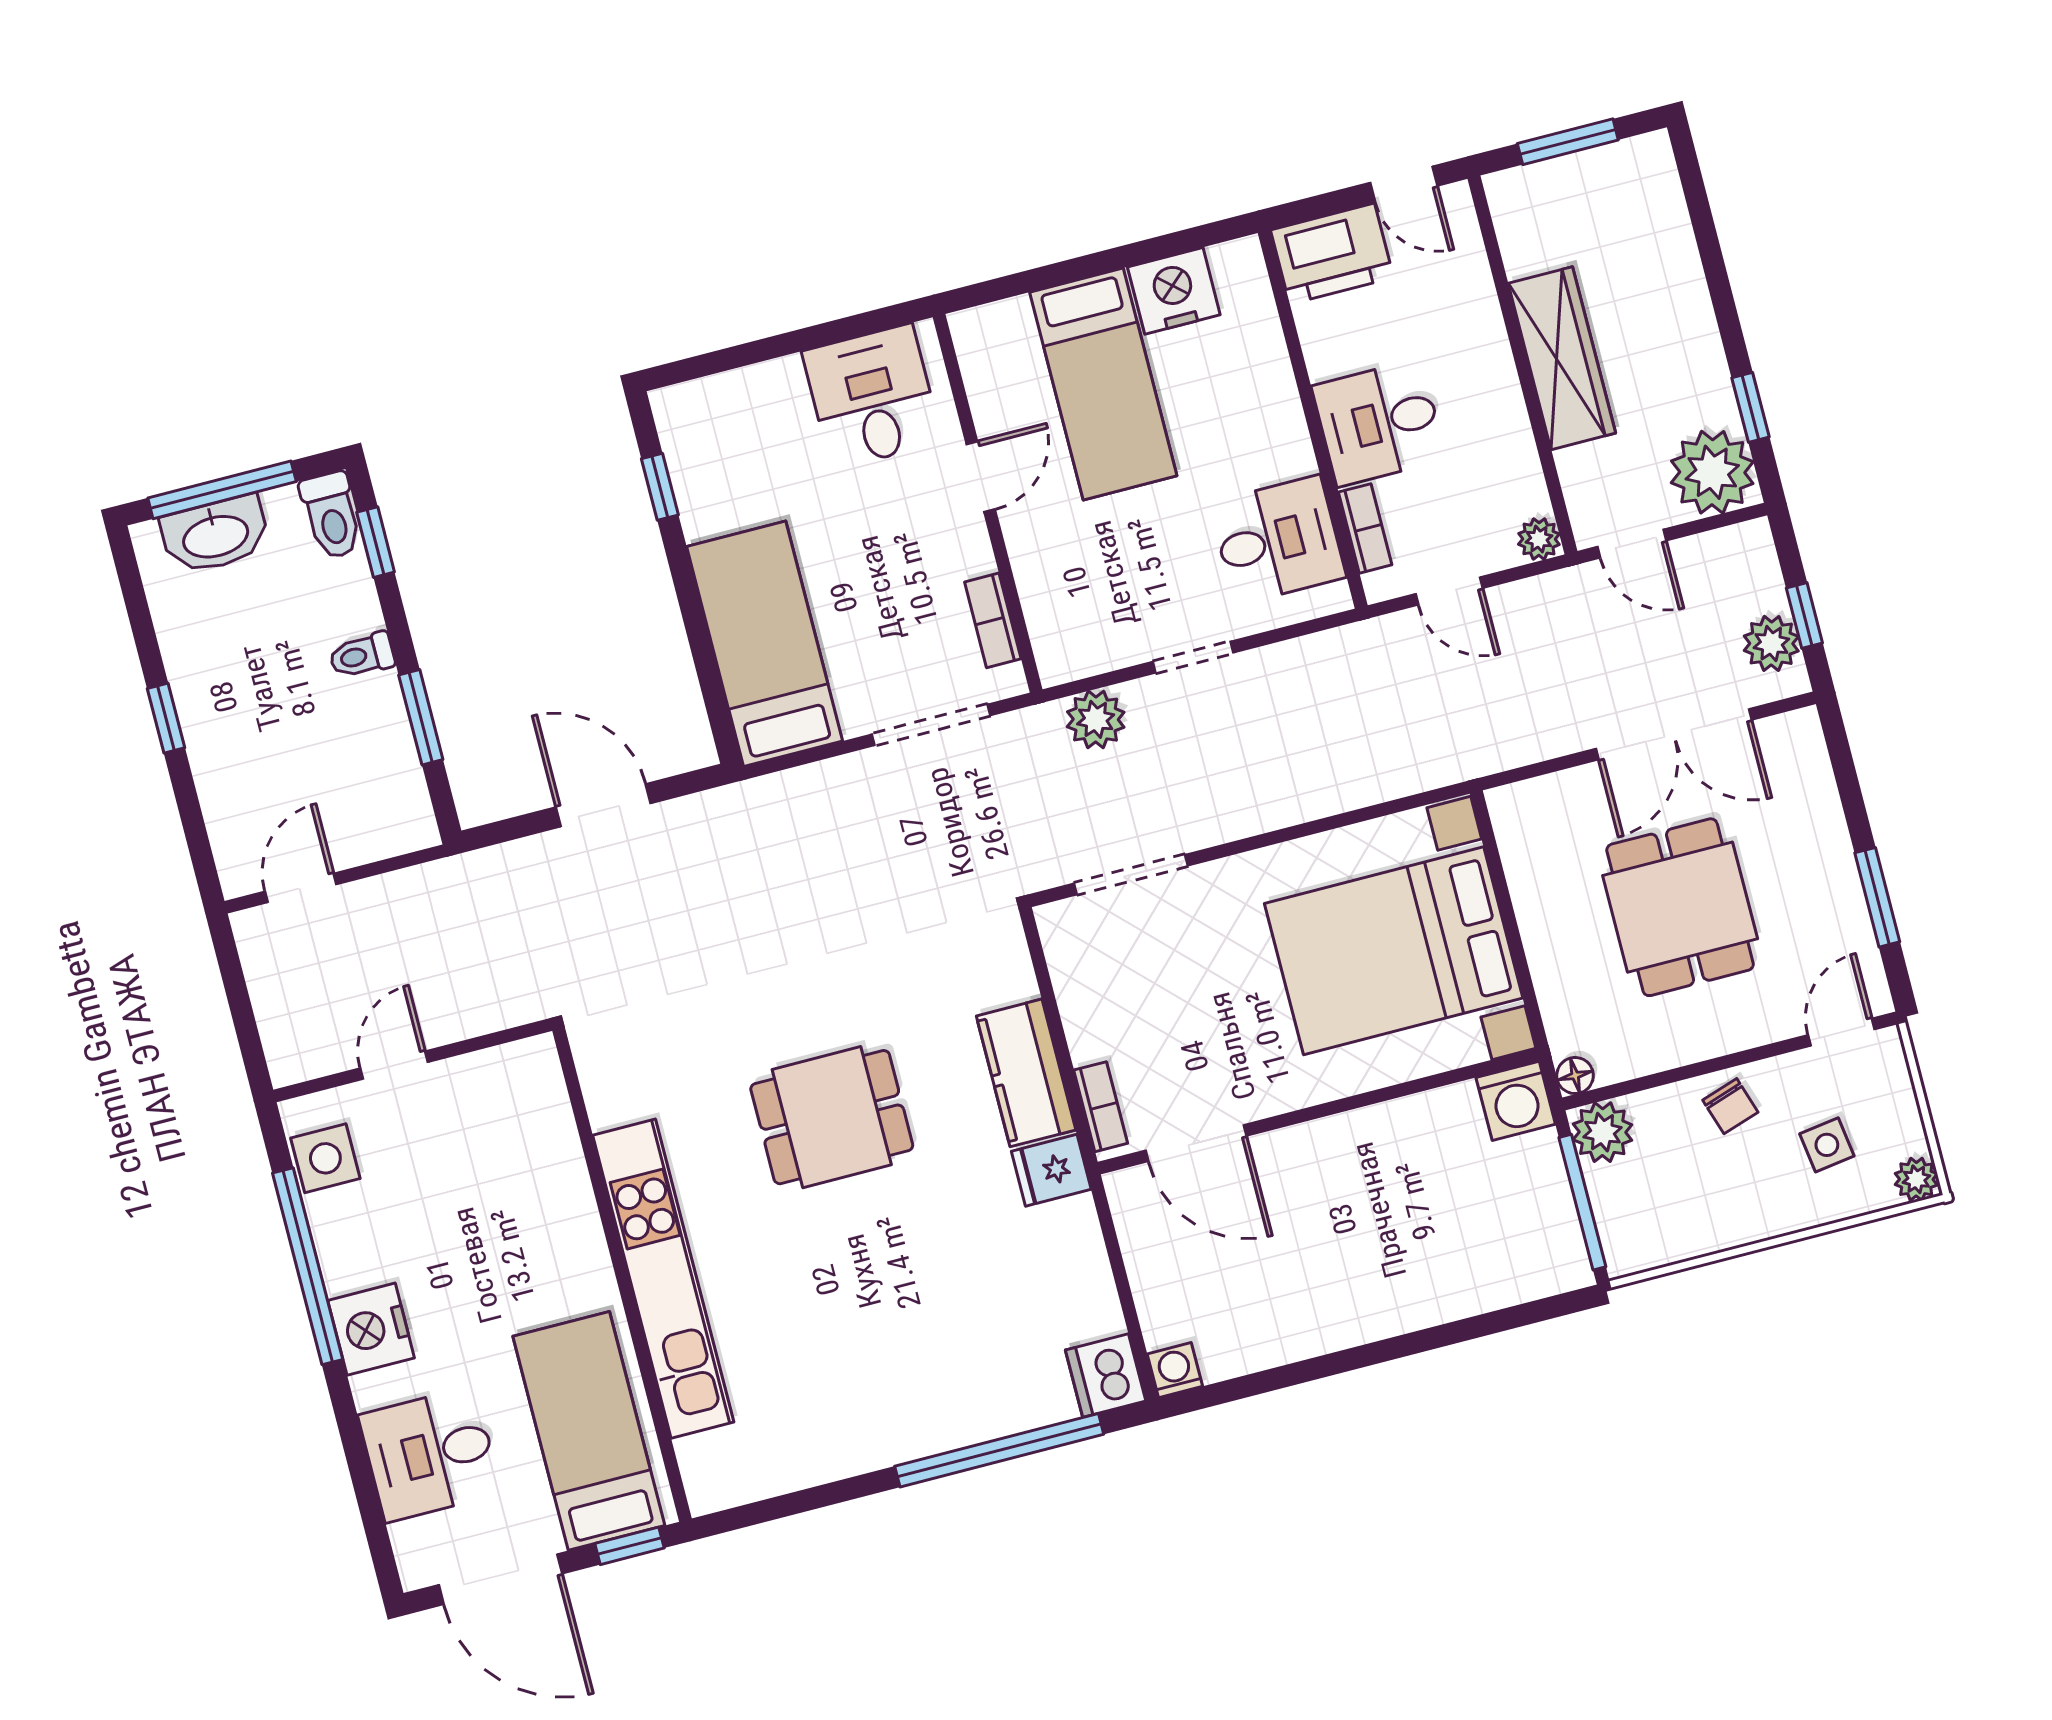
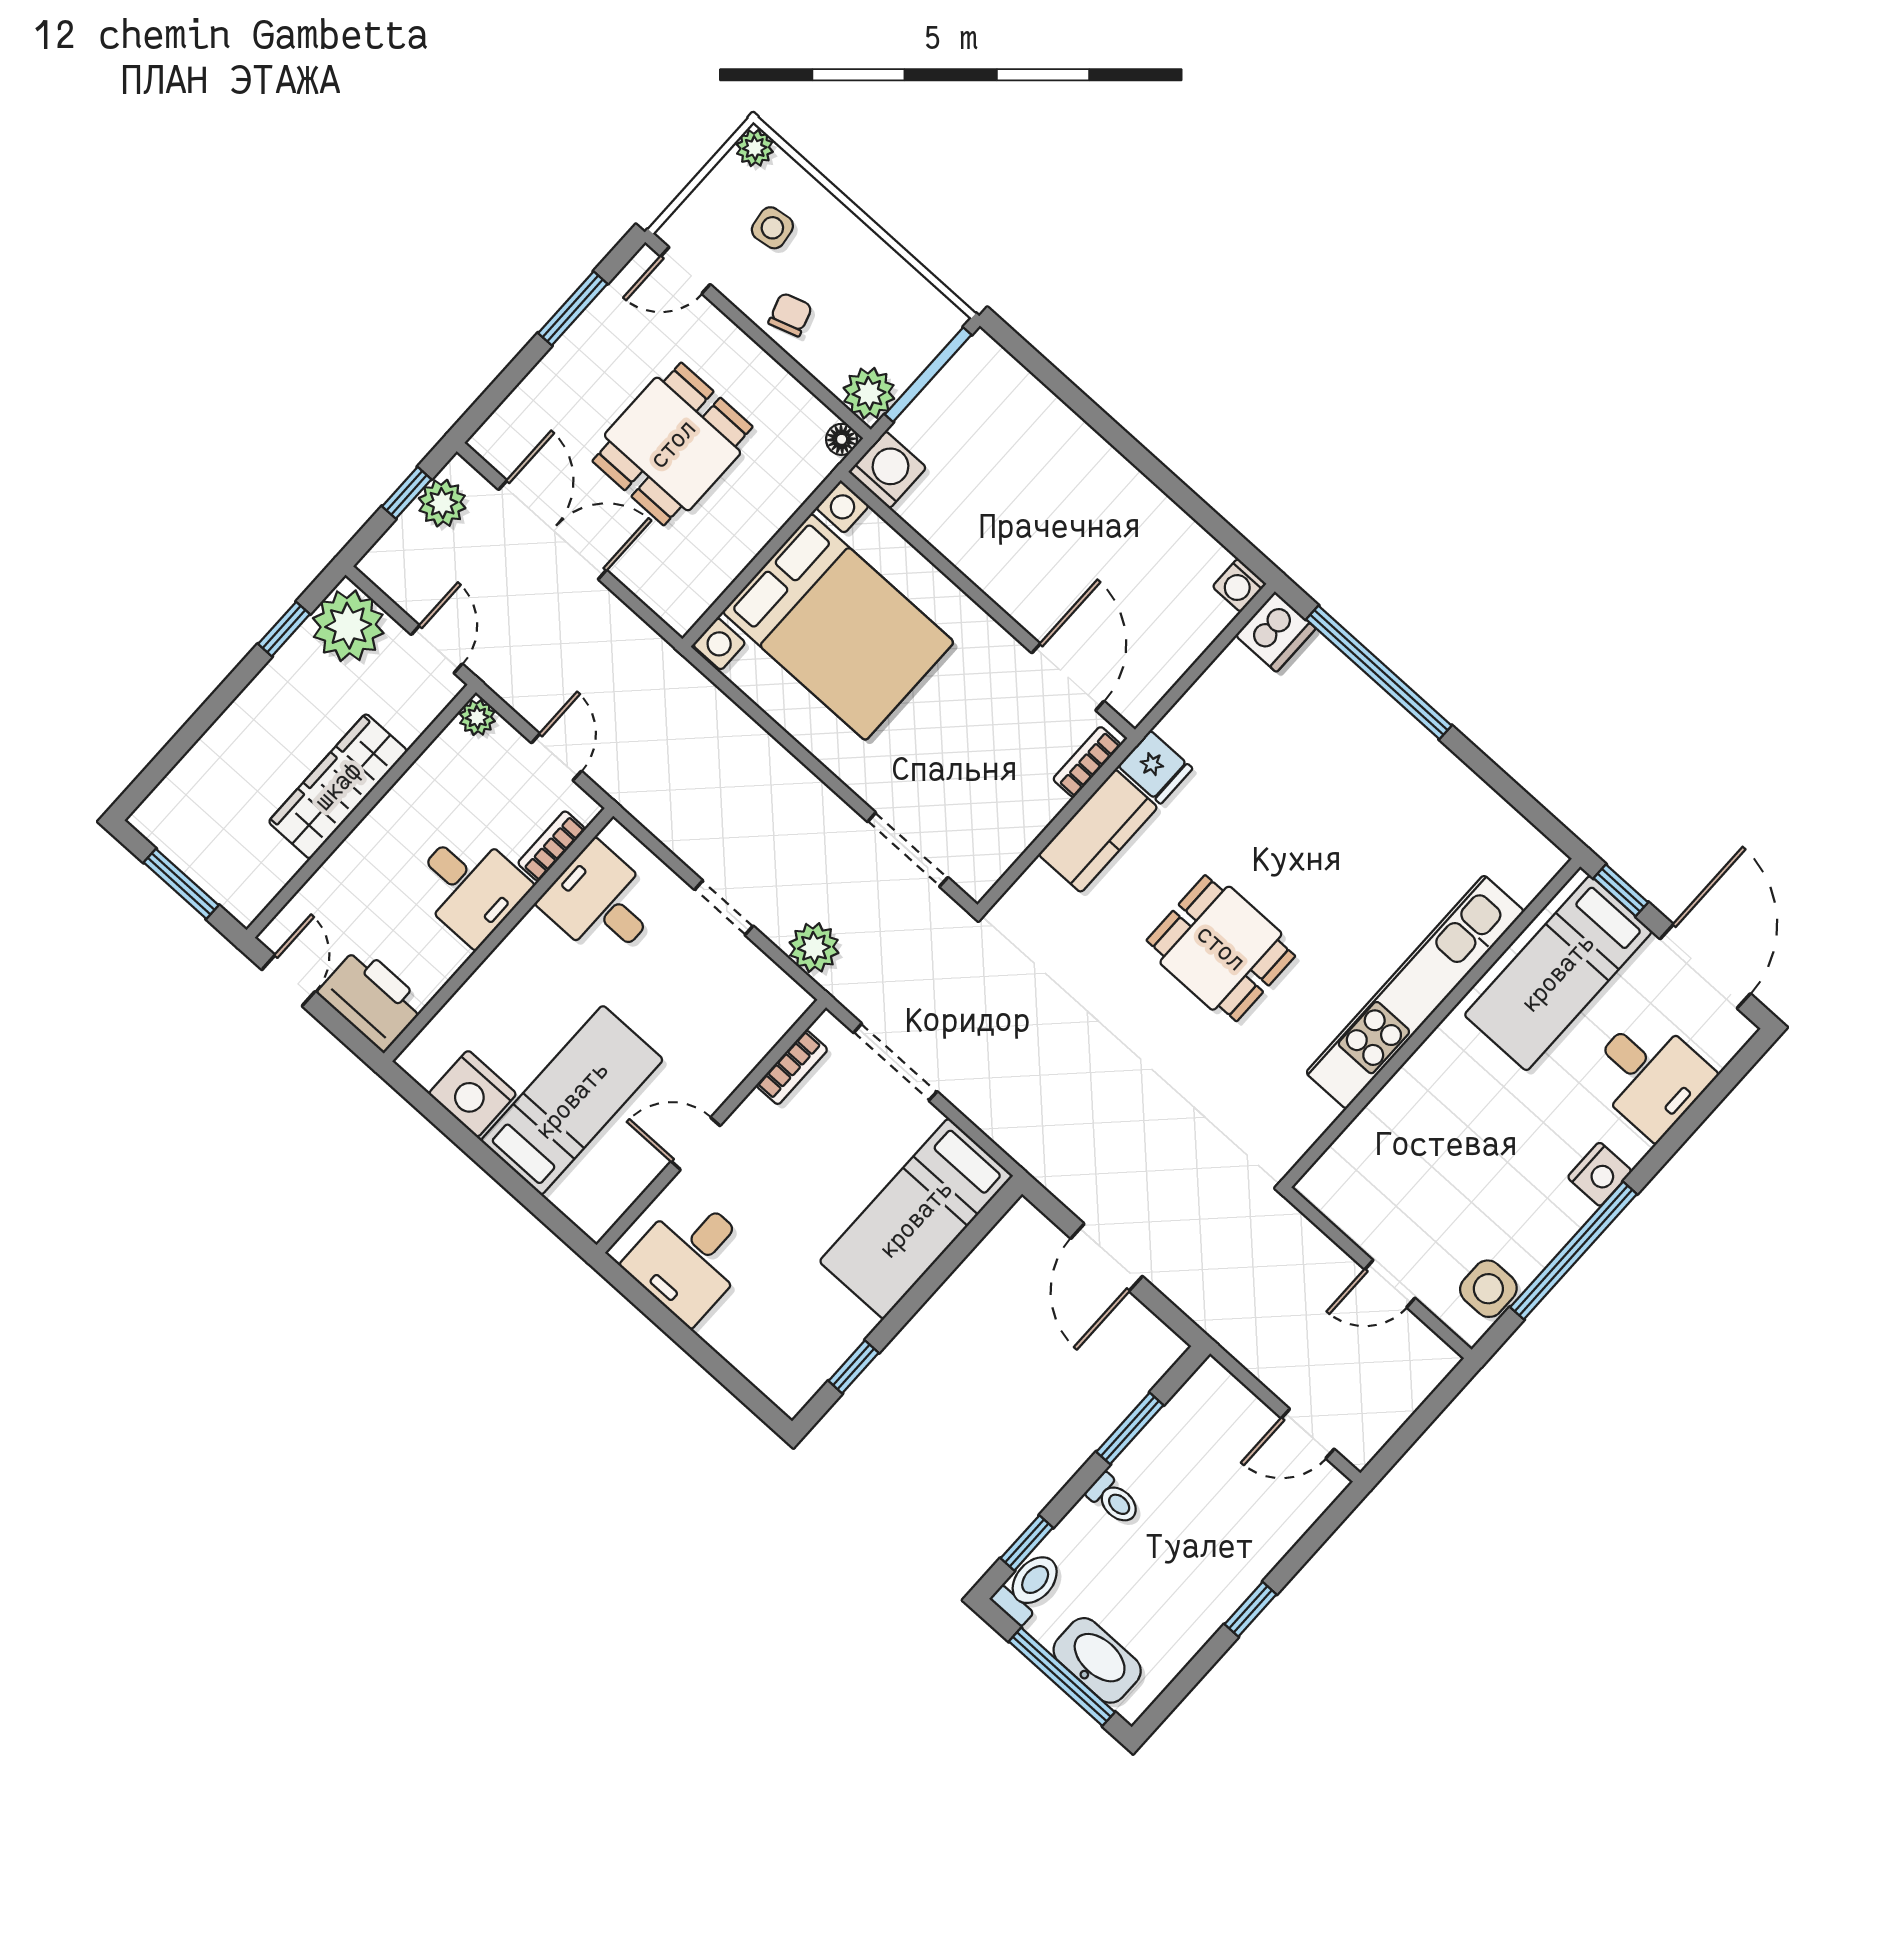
nightstand: (371, 1329) -> (1600, 1174), width x0.74, depth x0.75

